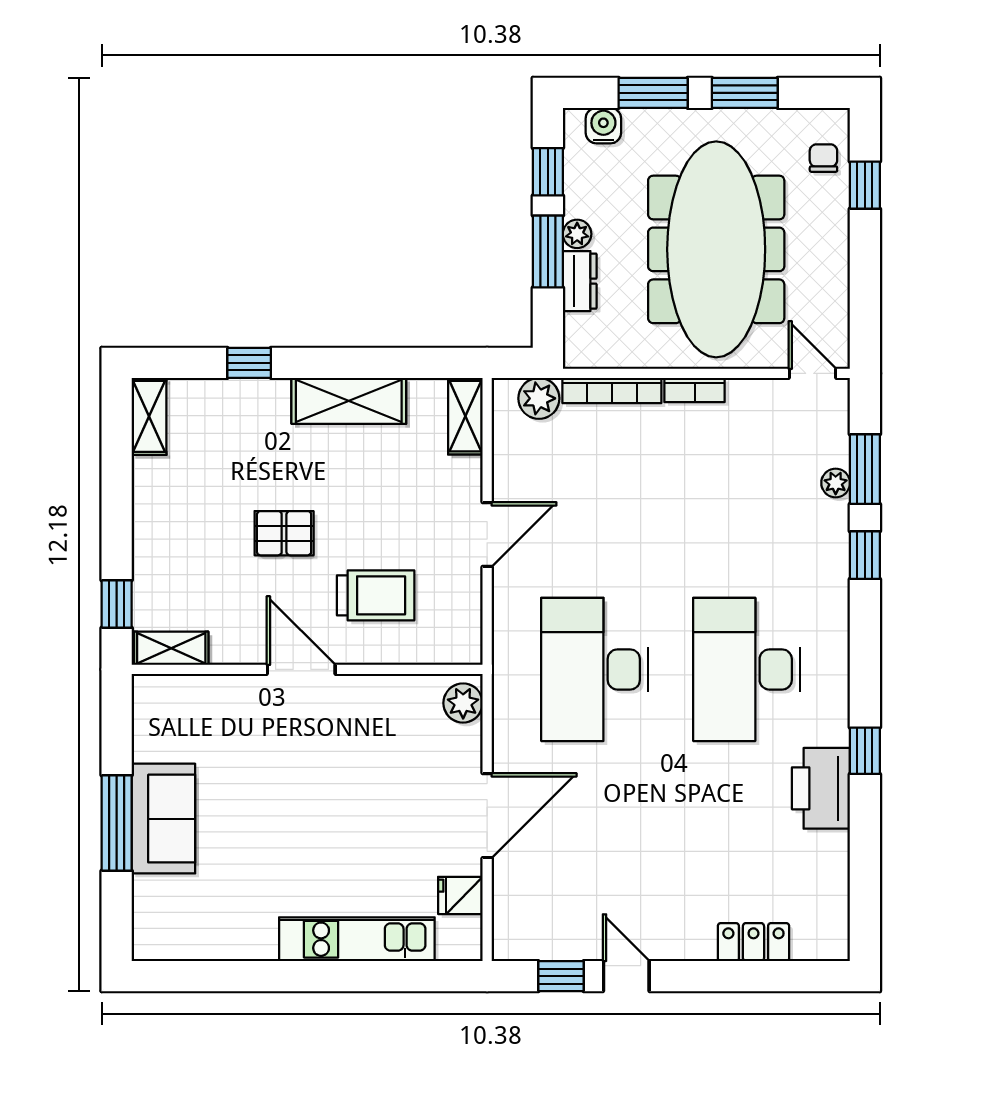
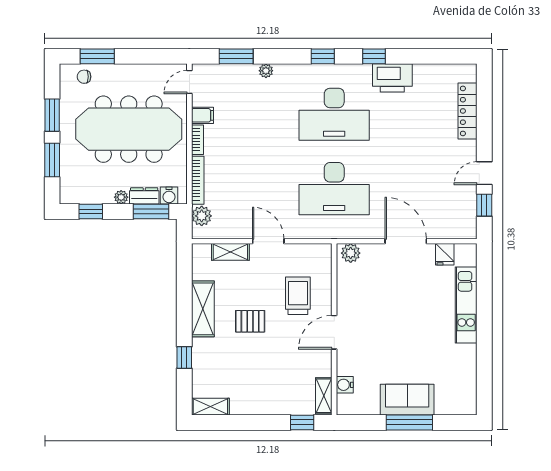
water cooler: (603, 126) -> (169, 196), moved, turned -90
window: (865, 185) -> (97, 56), width x1.50
window: (548, 252) -> (151, 212), moved
filing cabinet: (745, 400) -> (202, 115), added
shelving: (465, 416) -> (230, 252), moved
plant: (836, 483) -> (266, 71), moved
pallet: (284, 533) -> (250, 321), moved, turned 90
window: (865, 555) -> (323, 56), moved
water cooler: (194, 691) -> (345, 385), added
locker: (753, 942) -> (468, 111), width x1.53

